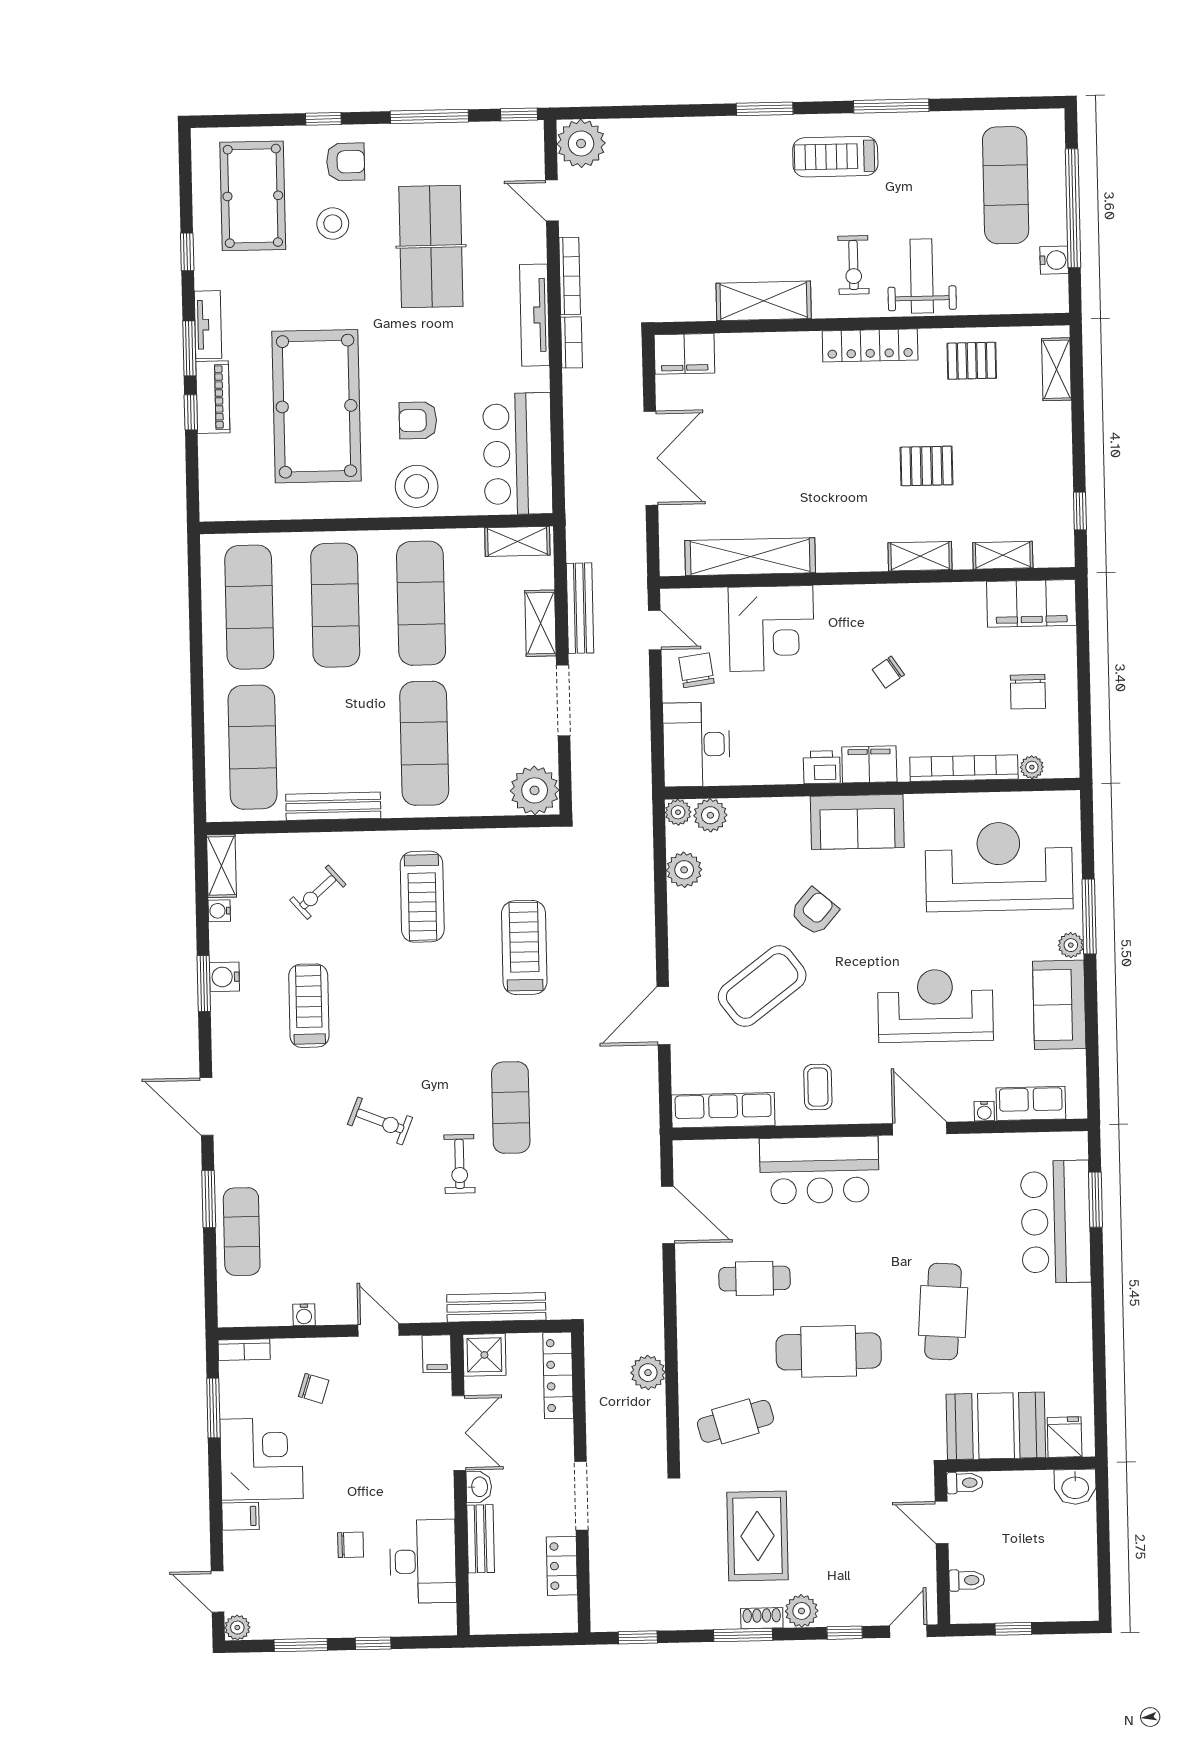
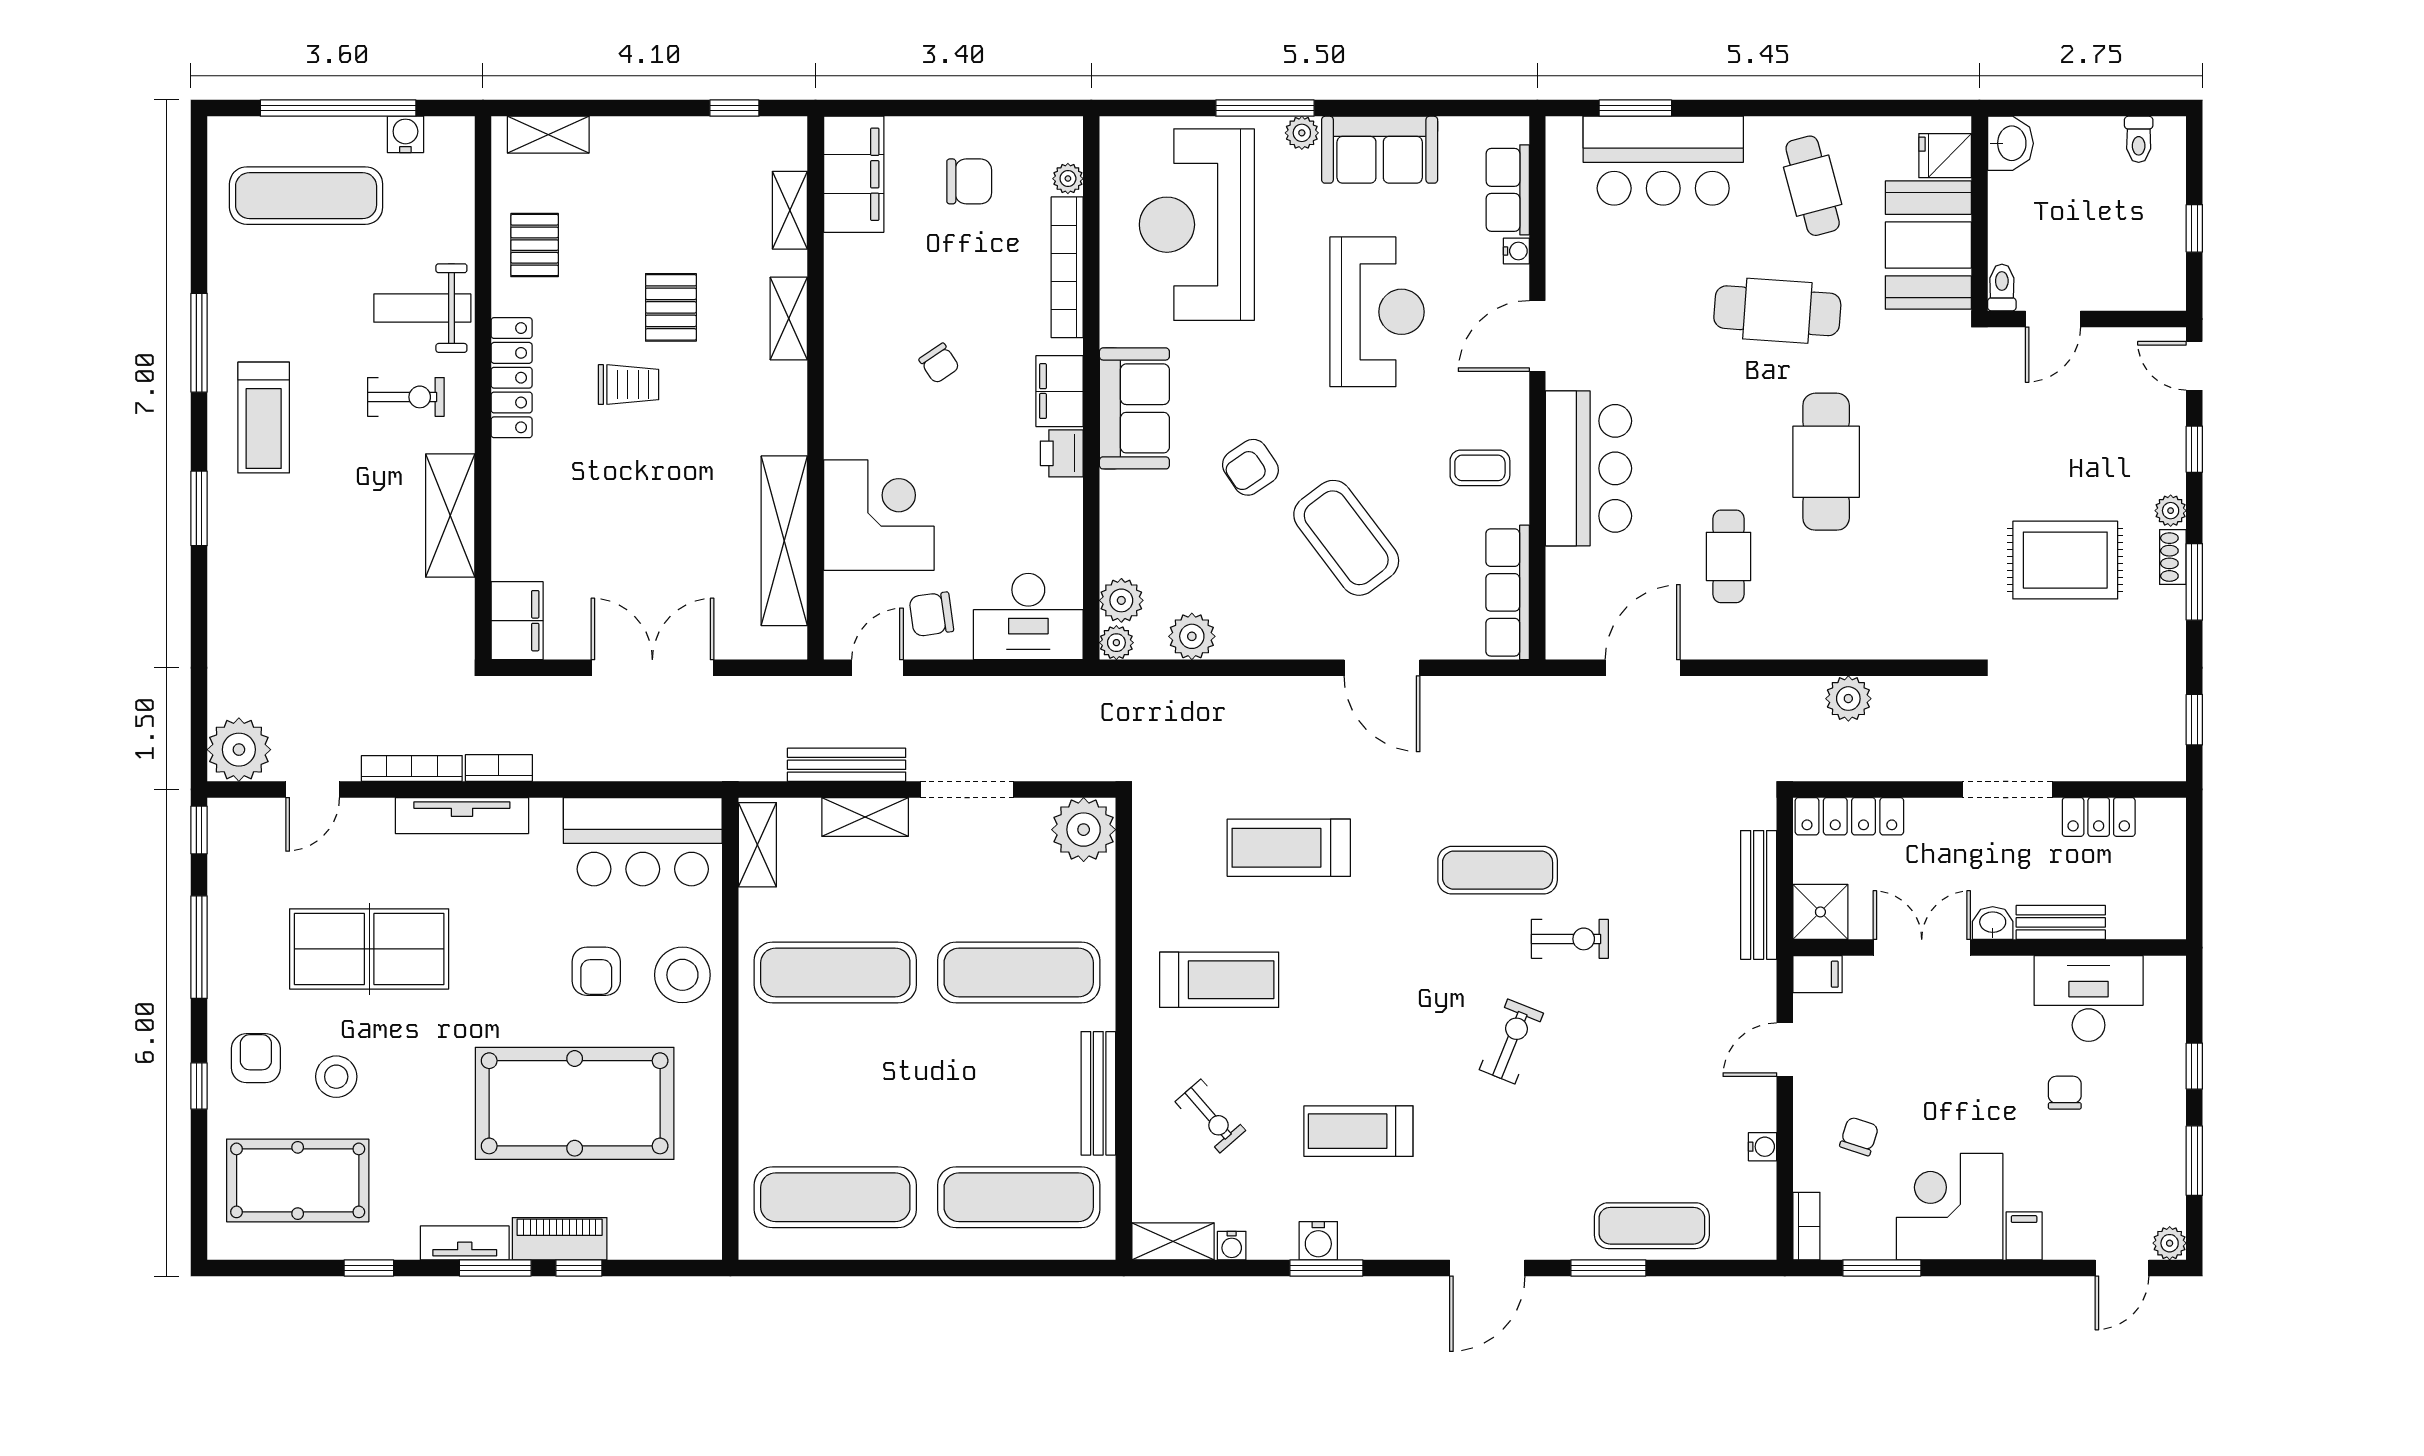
trolley: (867, 435) -> (629, 385), added
exercise mat: (335, 605) -> (835, 1085), removed
armchair: (814, 912) -> (1250, 467), turned -75
reception desk: (935, 1006) -> (1377, 312), turned 180
cafe table: (735, 1421) -> (1813, 186), moved
toilet: (967, 1580) -> (2139, 139), moved, turned 180
plant: (802, 1611) -> (2171, 511), width x0.73, depth x0.73

